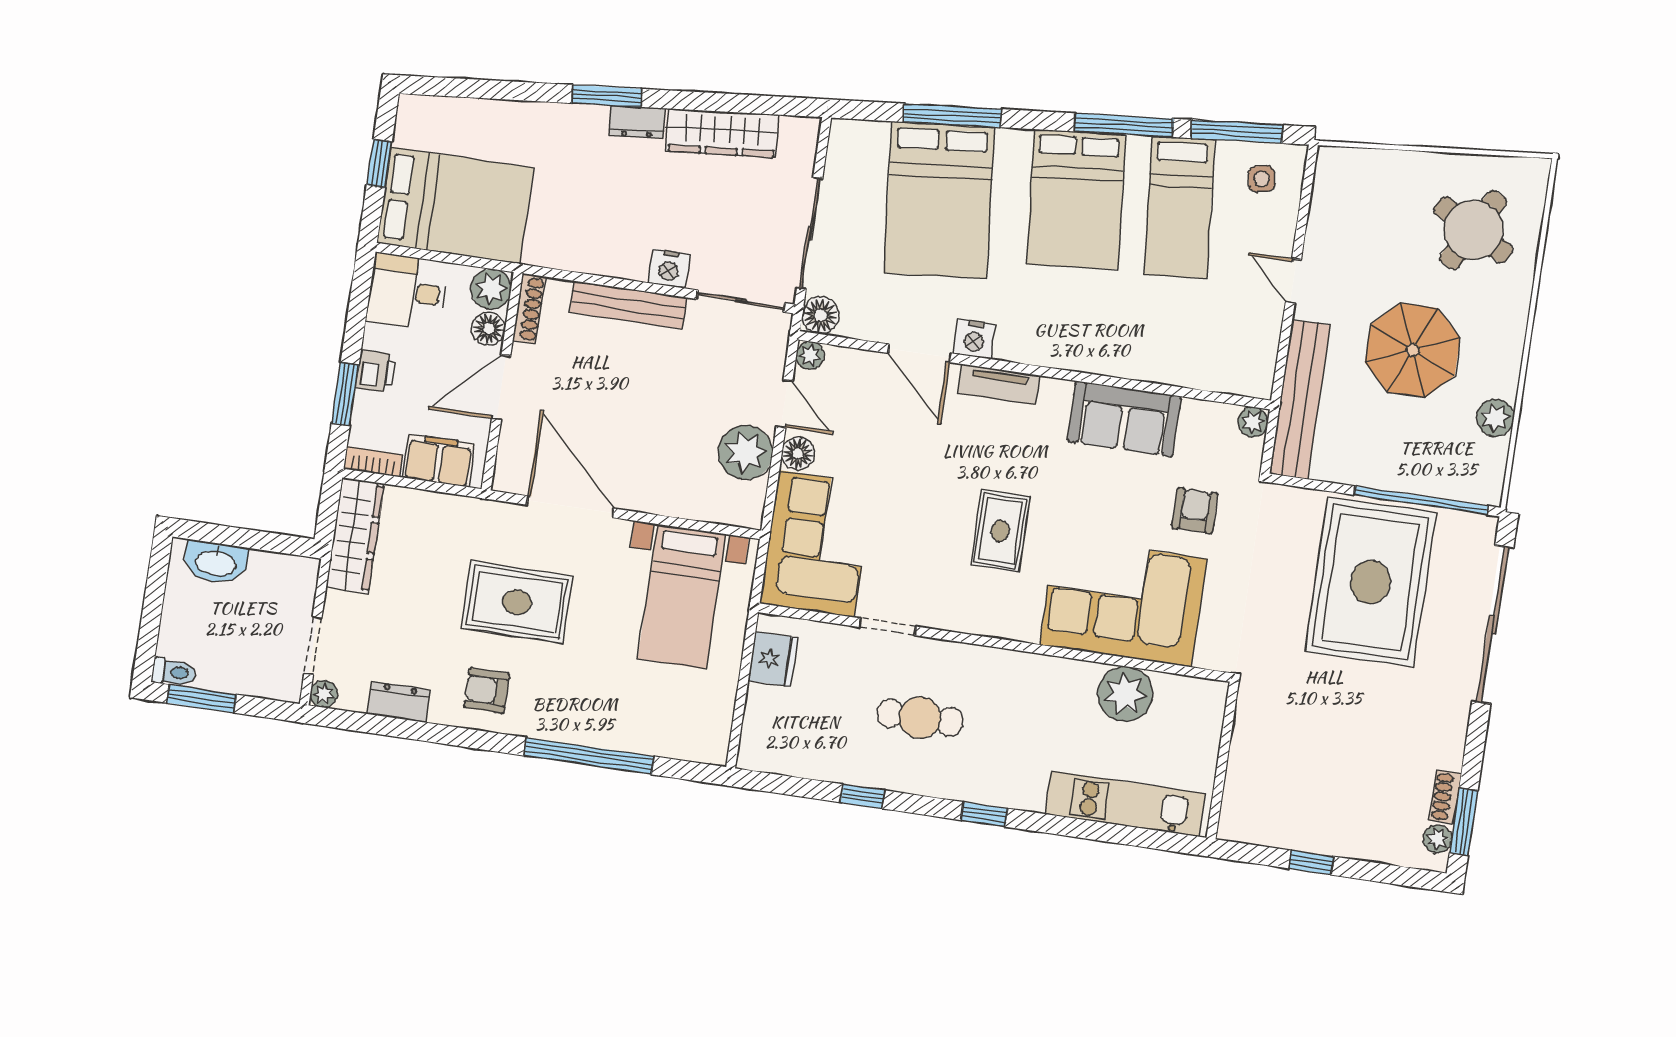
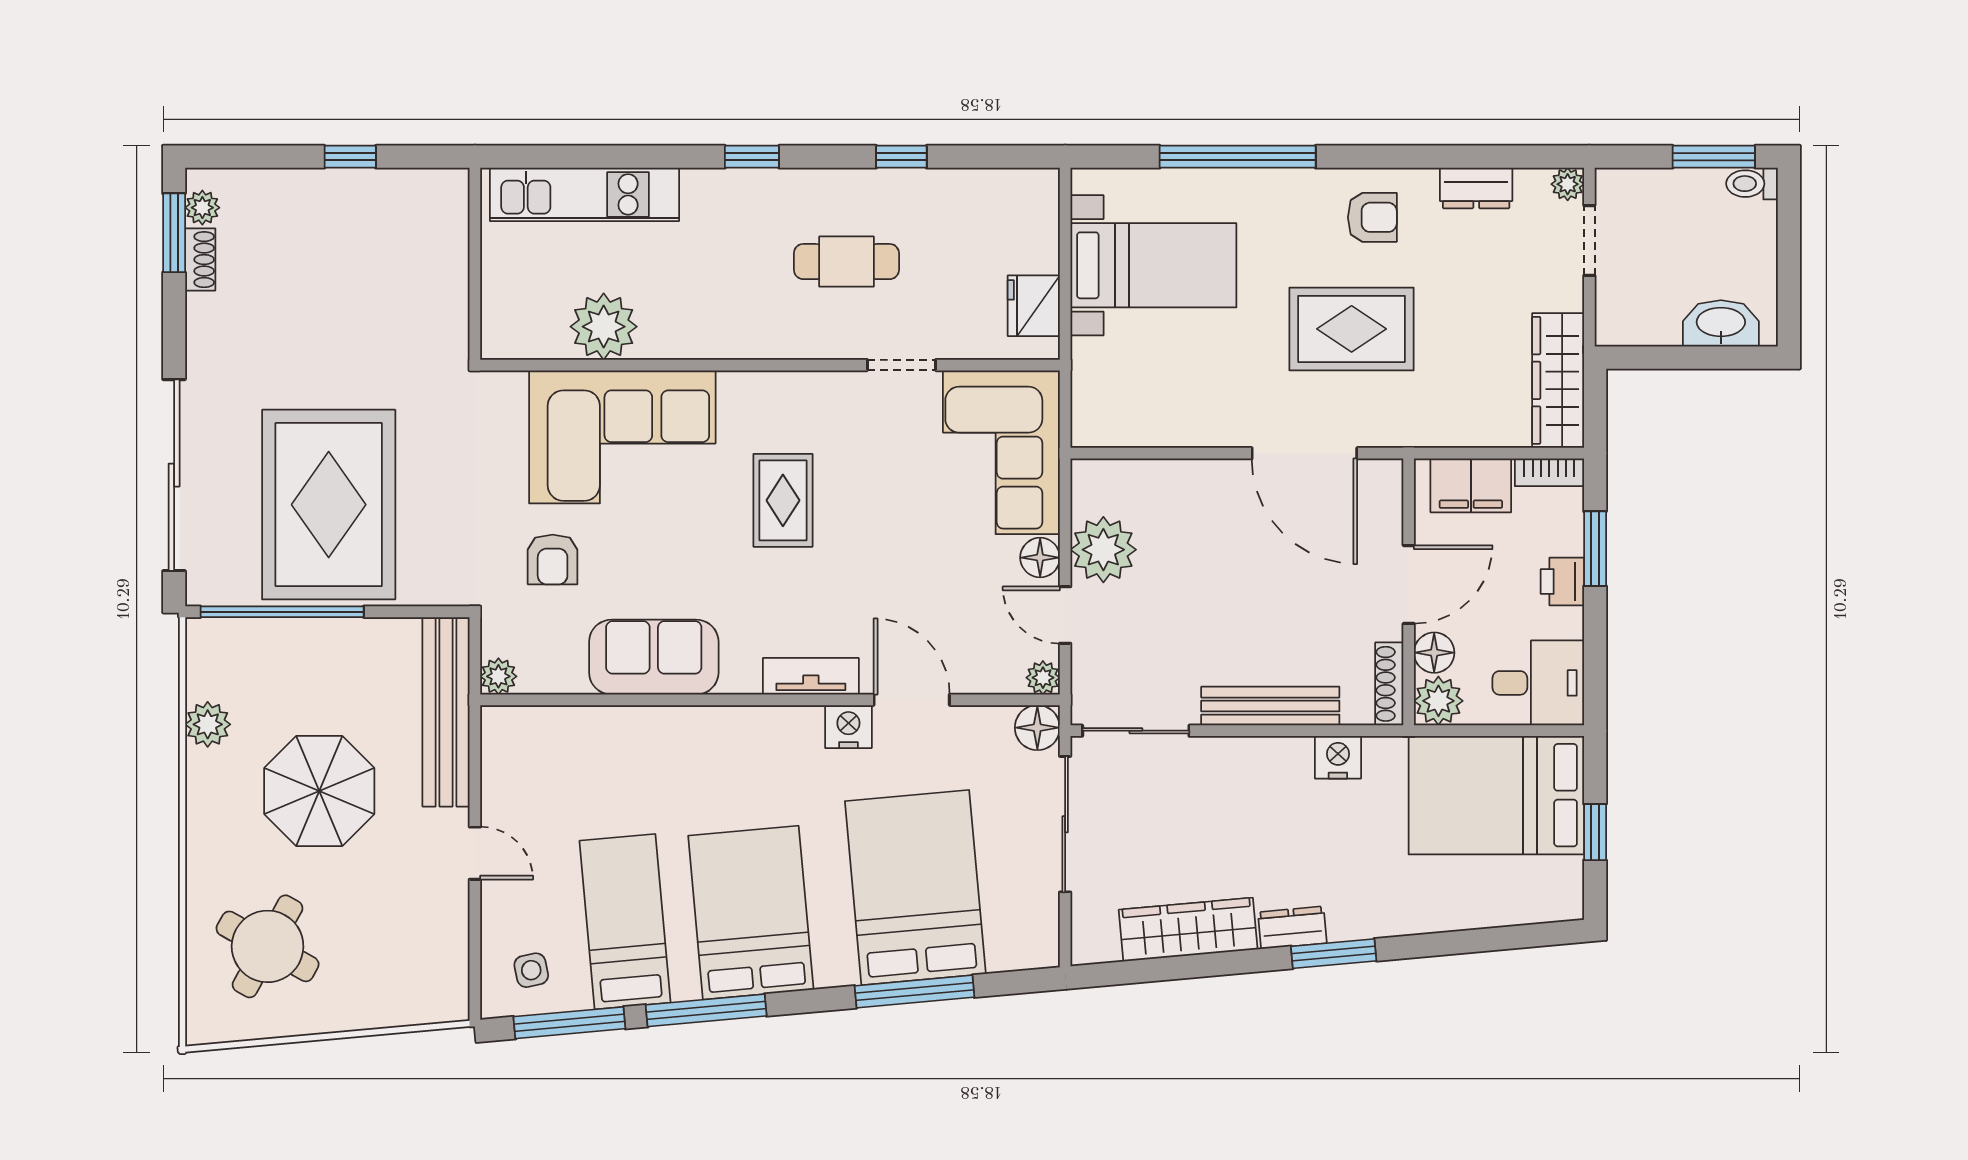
nightstand: (669, 268) -> (1338, 757), moved
bed with nightstands: (682, 597) -> (1153, 265), moved, turned 90

